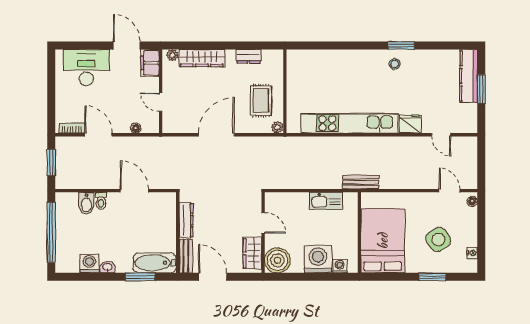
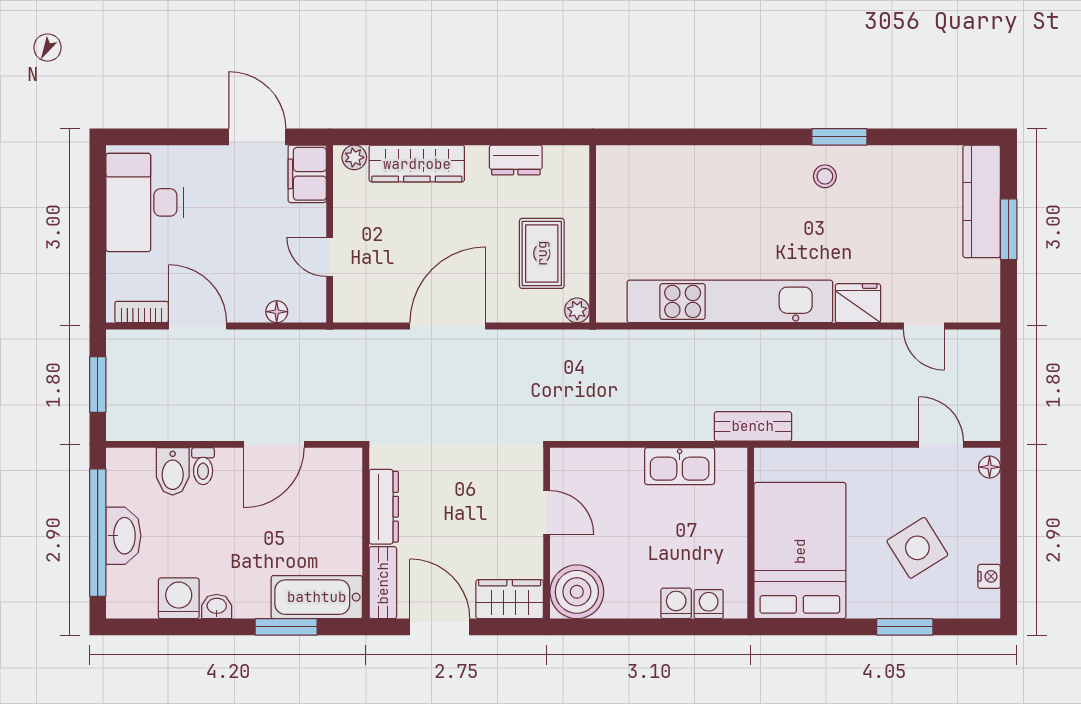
desk: (86, 68) -> (145, 202), moved, turned -90
door: (134, 191) -> (274, 444), swing flipped
washbasin: (63, 234) -> (123, 536), added
wardrobe: (252, 253) -> (510, 599), moved, turned 90
washing machine: (318, 259) -> (676, 603), width x0.53, depth x0.53

